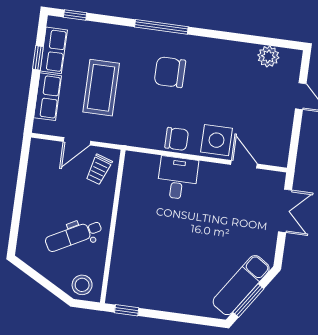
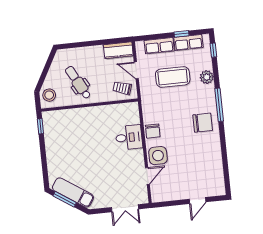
plant: (268, 56) -> (207, 77), moved
chair: (170, 72) -> (203, 123), moved, turned 90
kitchen counter: (39, 161) -> (118, 50), added

